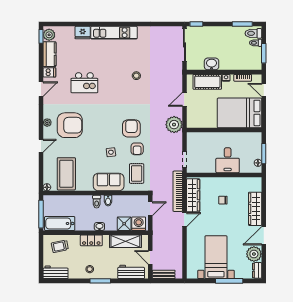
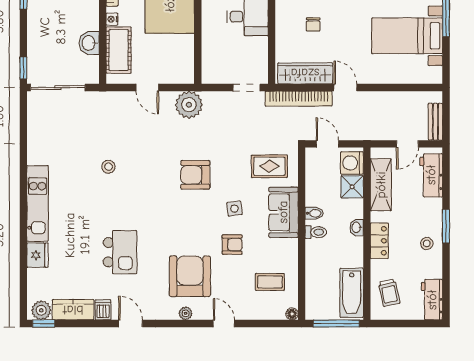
armchair: (137, 149) -> (232, 245), moved
coffee table: (66, 174) -> (270, 282), width x0.54, depth x0.58

